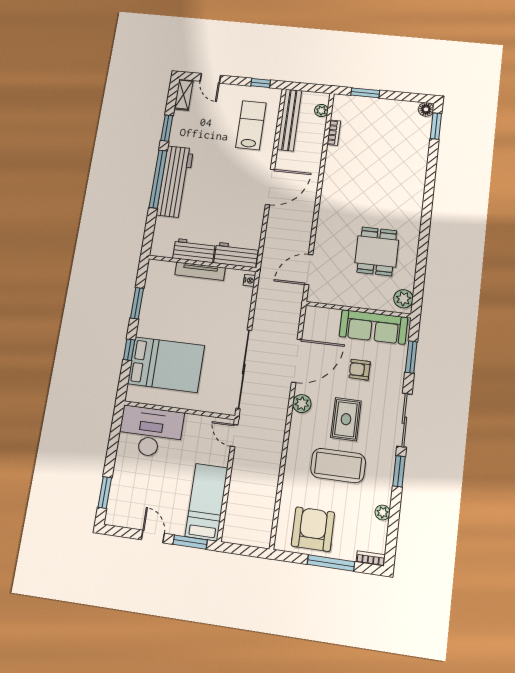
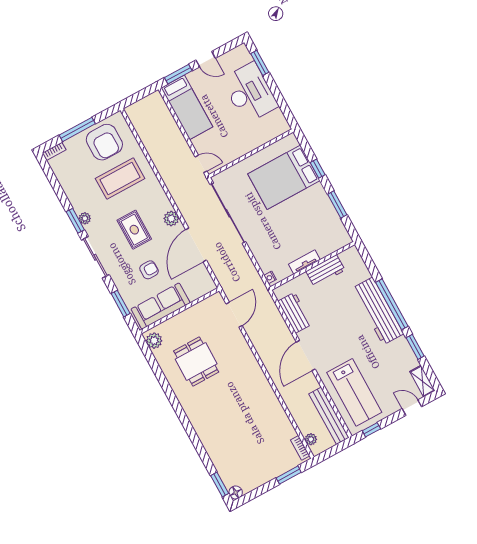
lab bench: (251, 125) -> (354, 392), width x1.36, depth x1.39
bookcase: (334, 133) -> (300, 448), moved
workbench: (236, 255) -> (295, 313), moved, turned -90
tv unit: (200, 271) -> (304, 262), width x0.71
desk: (150, 432) -> (250, 93), moved, turned -90
coffee table: (338, 465) -> (120, 179), moved
plant: (383, 512) -> (85, 218), moved

